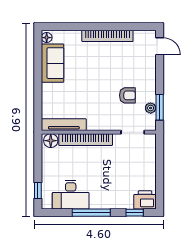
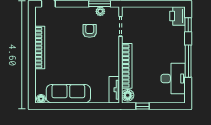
sofa: (53, 63) -> (68, 94), width x1.36
tv unit: (64, 125) -> (114, 90), width x0.71
window: (38, 191) -> (142, 106), moved

